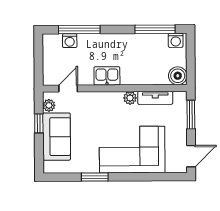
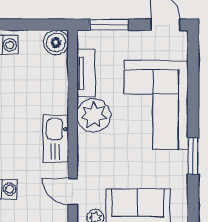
kitchen sink: (107, 76) -> (56, 139), width x1.38
plant: (130, 98) -> (94, 115), width x1.87, depth x1.87

